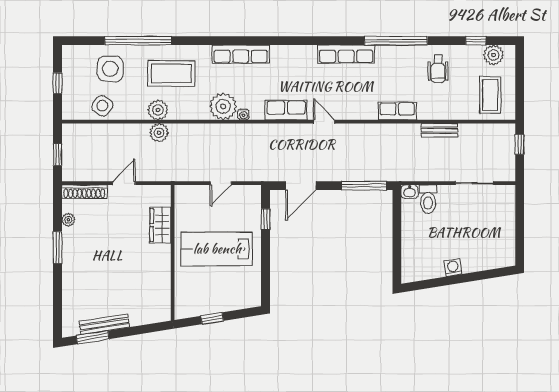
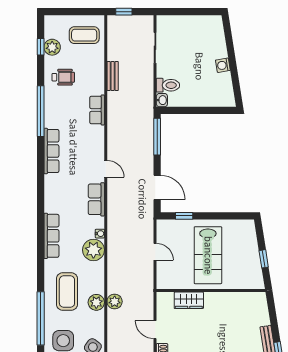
plant: (493, 55) -> (52, 47), moved
door: (324, 122) -> (106, 169), swing flipped

